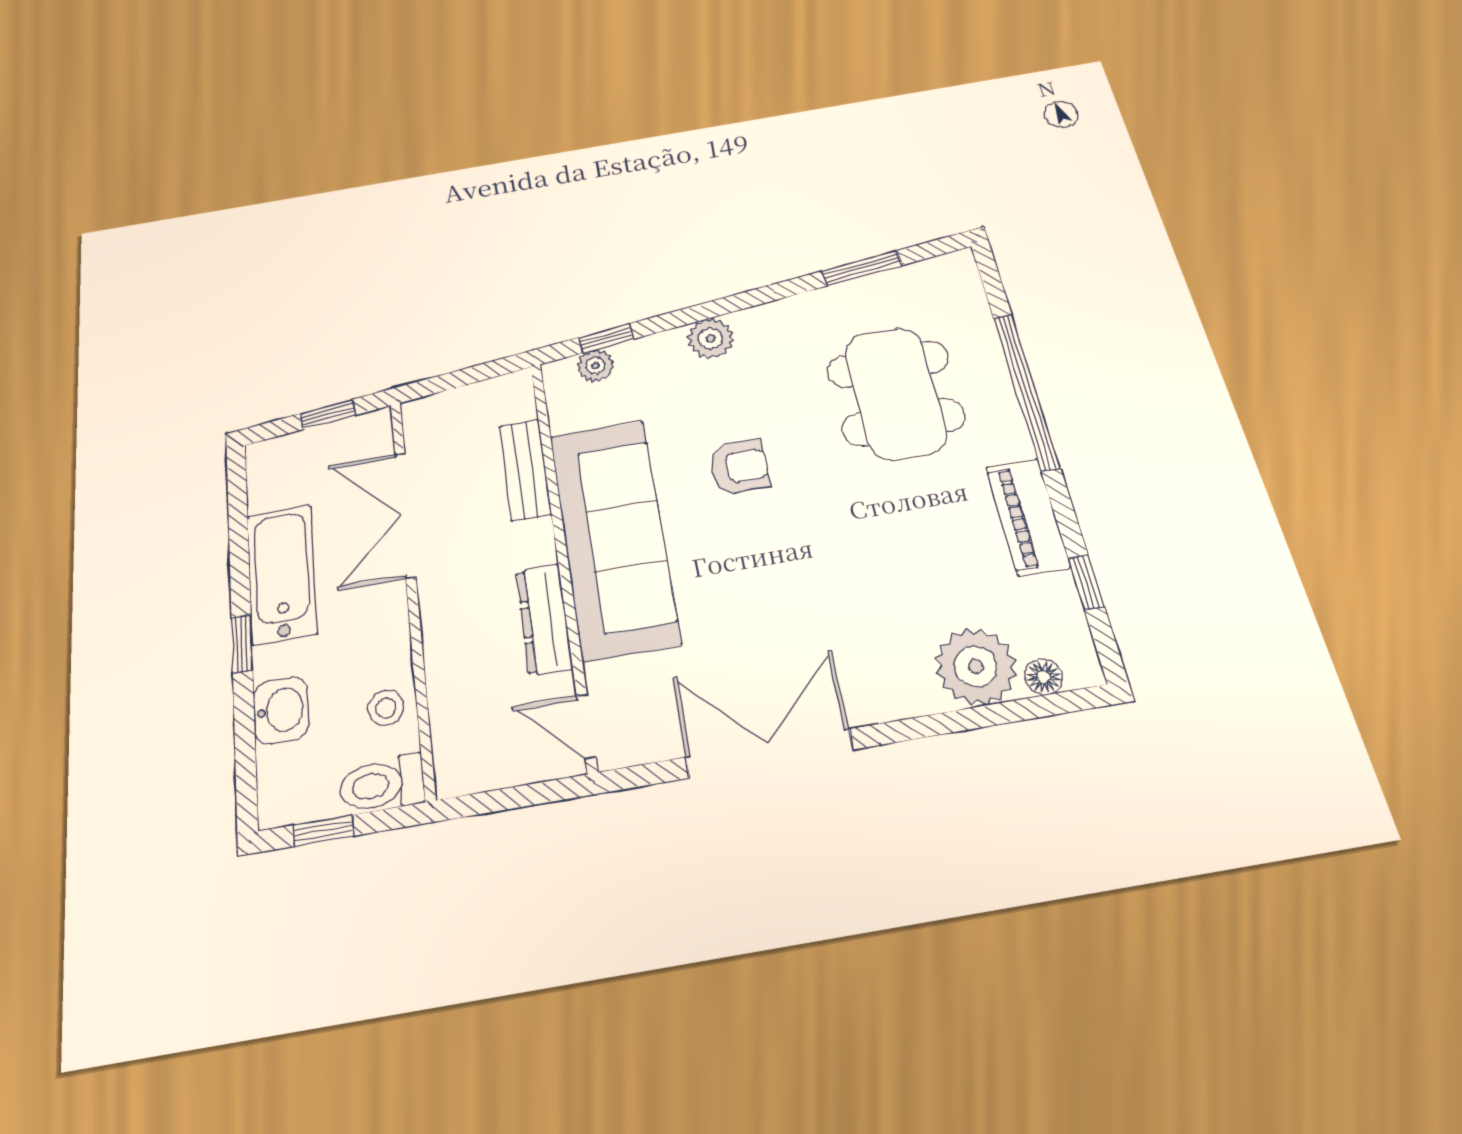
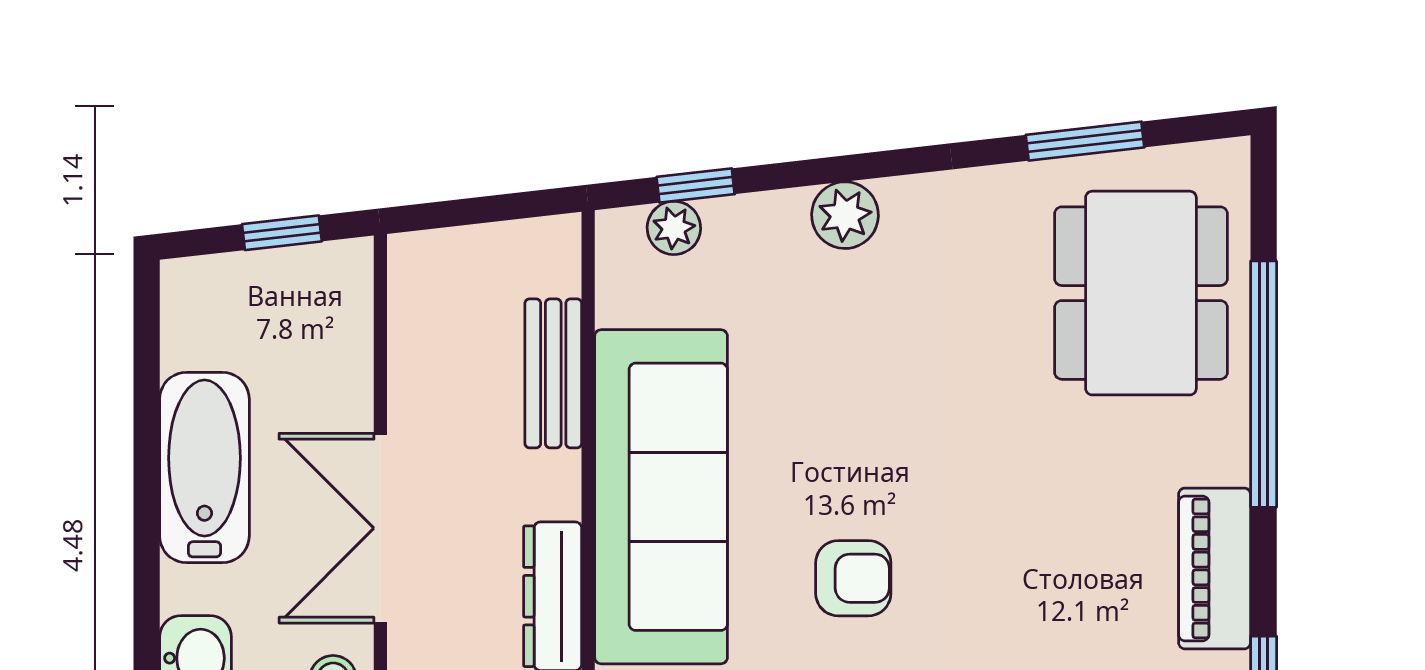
dining table: (895, 393) -> (1141, 293), moved
armchair: (739, 467) -> (853, 578), moved
double door: (405, 514) -> (380, 528), moved
window: (242, 644) -> (147, 558), removed

